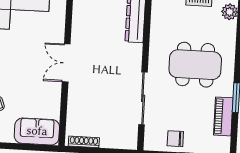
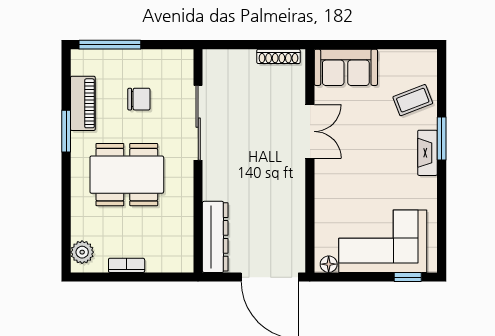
double door: (66, 63) -> (310, 131), moved
chair: (175, 139) -> (139, 99), moved

